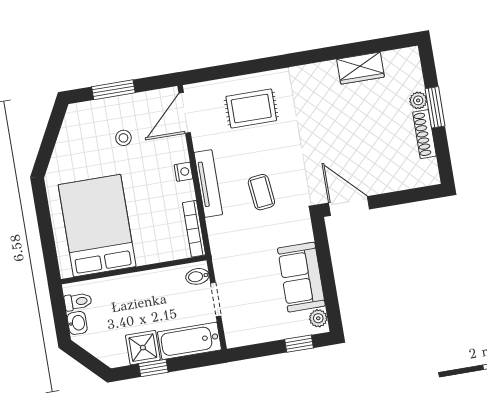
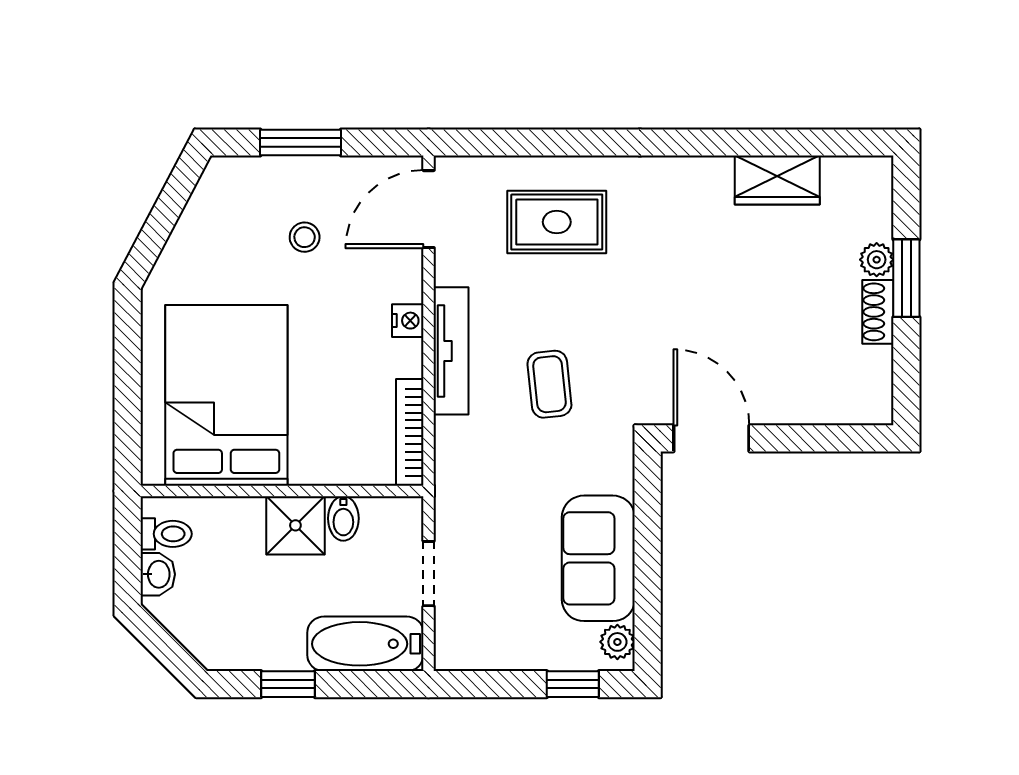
shoe rack: (424, 134) -> (878, 312), width x0.70
bidet: (197, 276) -> (343, 518), moved, turned -90
shower: (143, 348) -> (295, 525), moved

